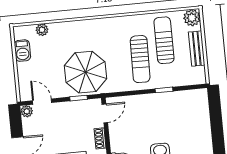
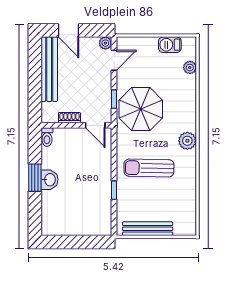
plant: (192, 18) -> (187, 141), moved
sun lounger: (164, 40) -> (166, 195), removed
bench: (197, 49) -> (148, 229), width x1.36

